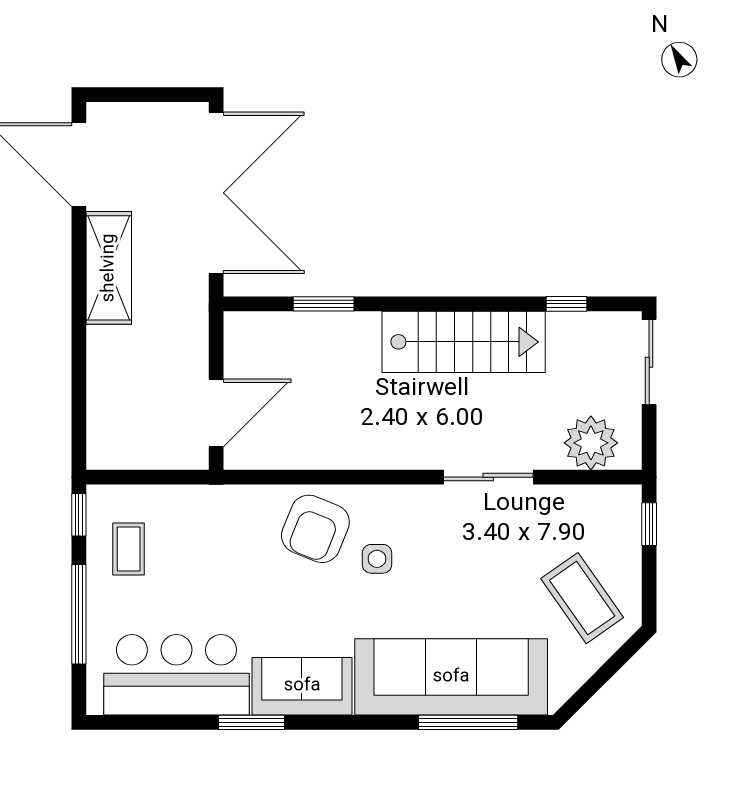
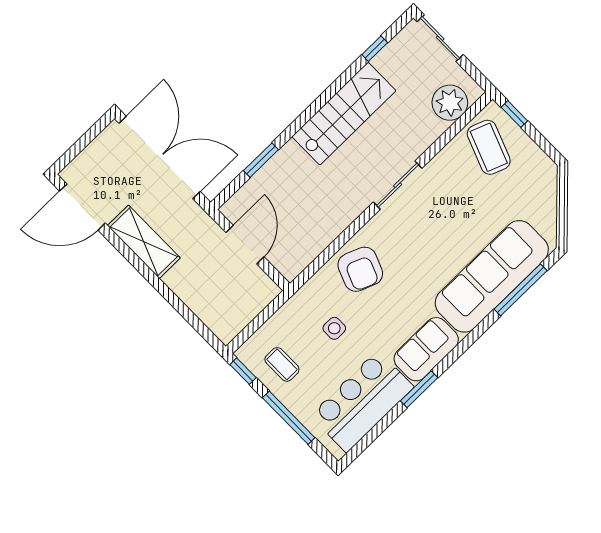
door: (216, 413) -> (245, 245), moved
sliding door: (488, 477) -> (398, 185), moved
side table: (377, 559) -> (334, 328), moved
coffee table: (582, 598) -> (489, 147), moved, turned 56

